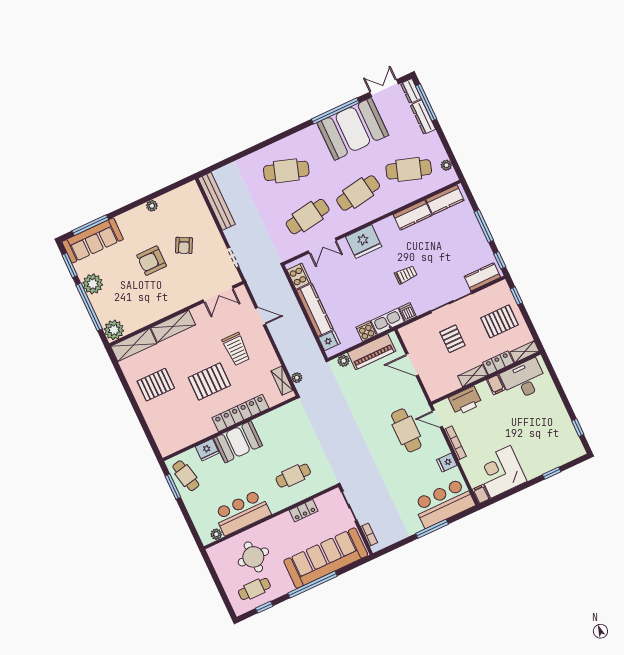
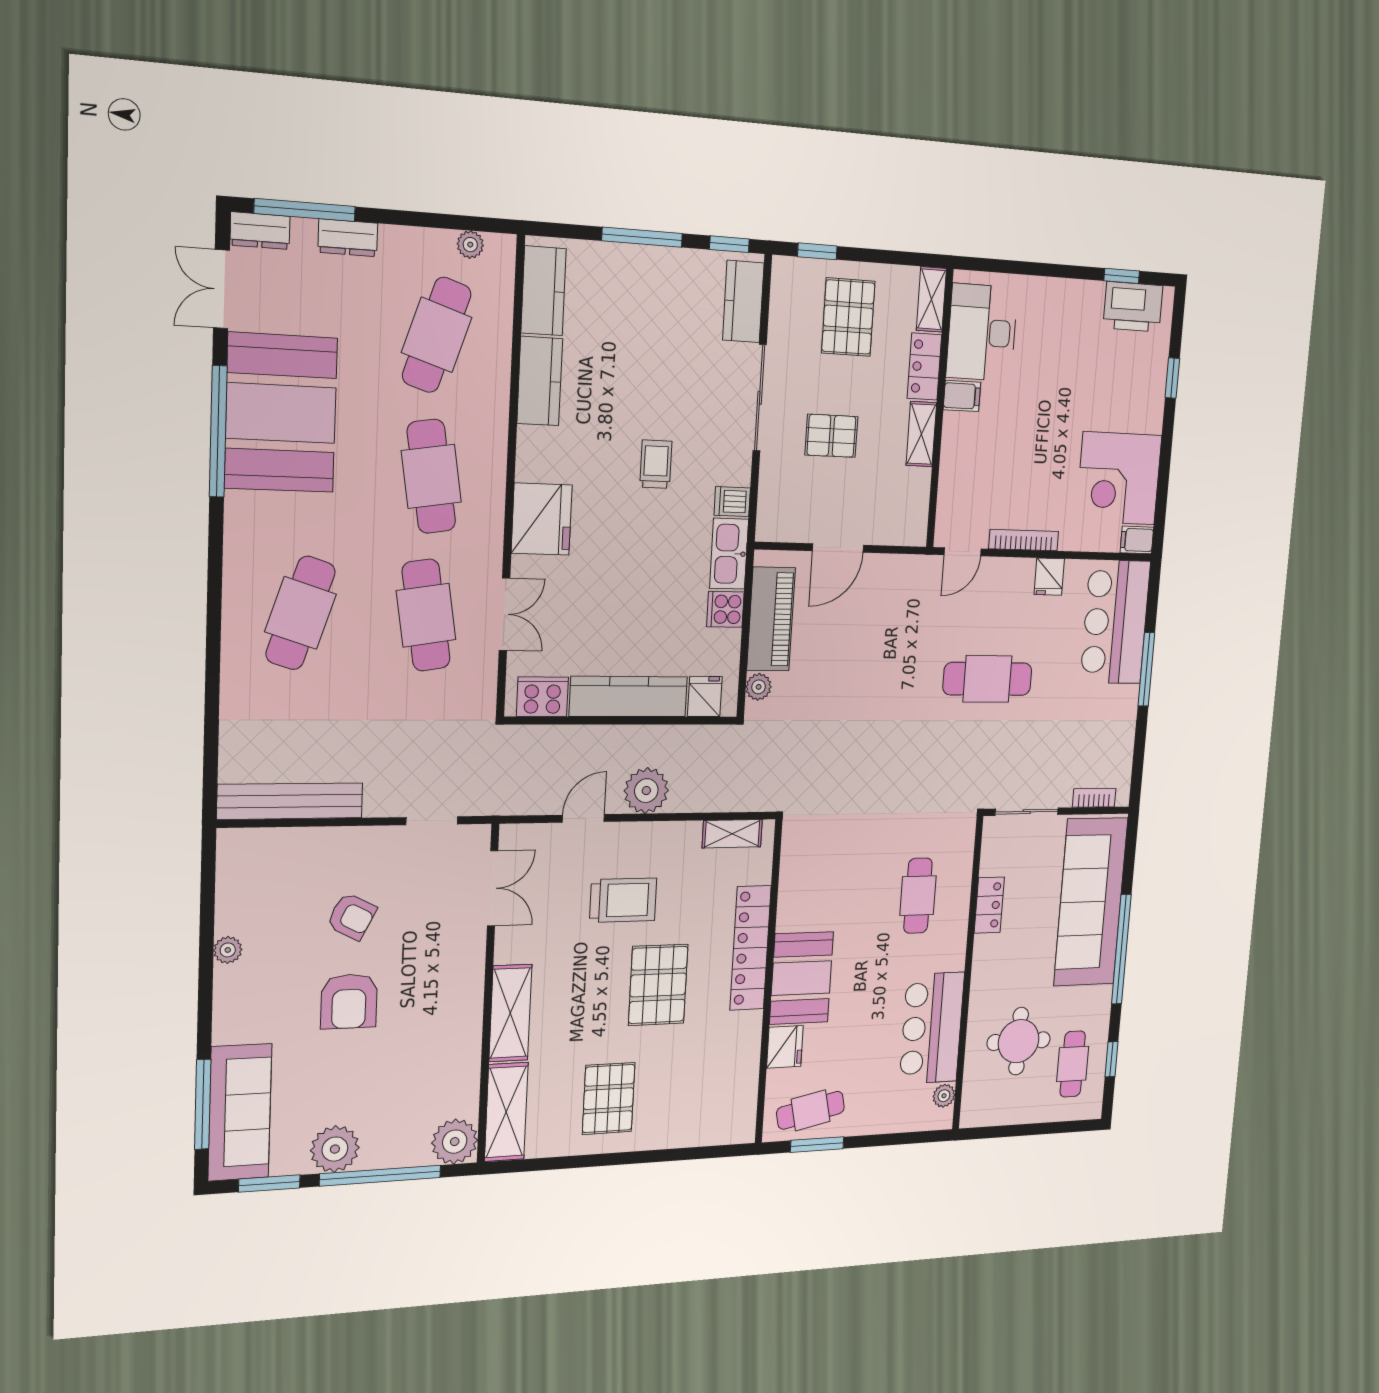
dresser: (423, 117) -> (348, 238), width x0.70
plant: (297, 378) -> (646, 791), moved, width x1.87, depth x1.87
printer: (465, 401) -> (1133, 307), moved, turned 90
cafe table: (406, 430) -> (987, 679), moved

